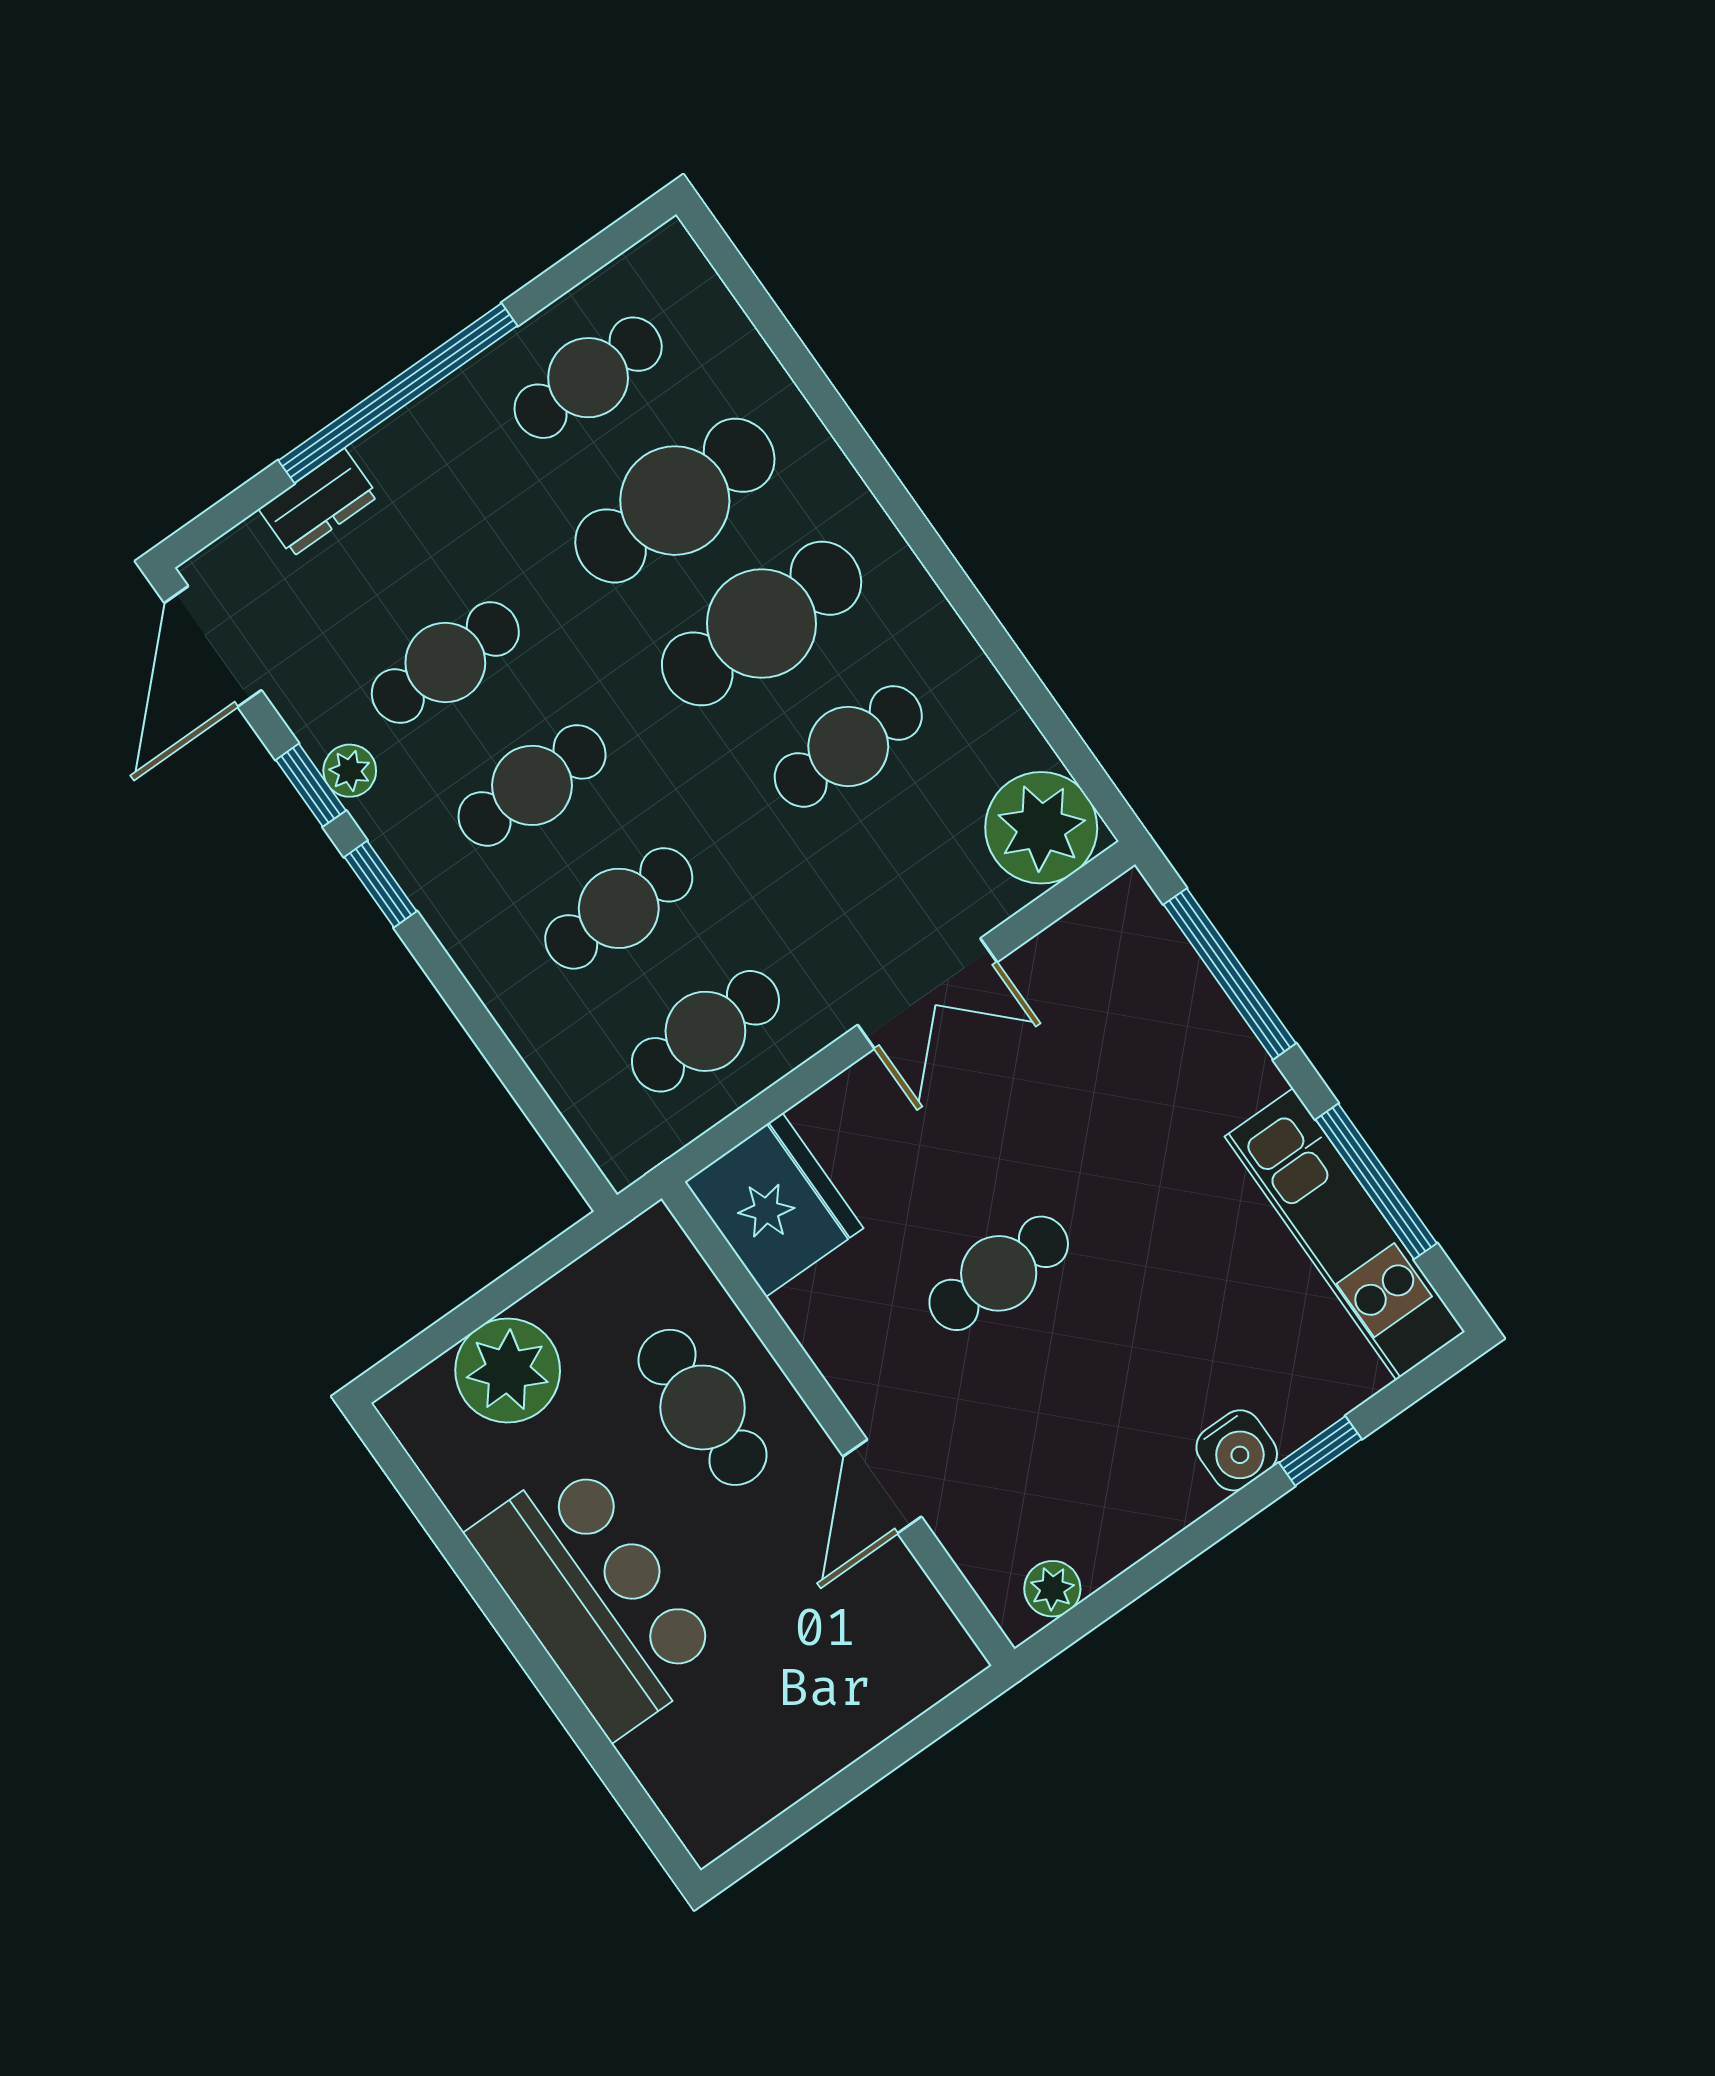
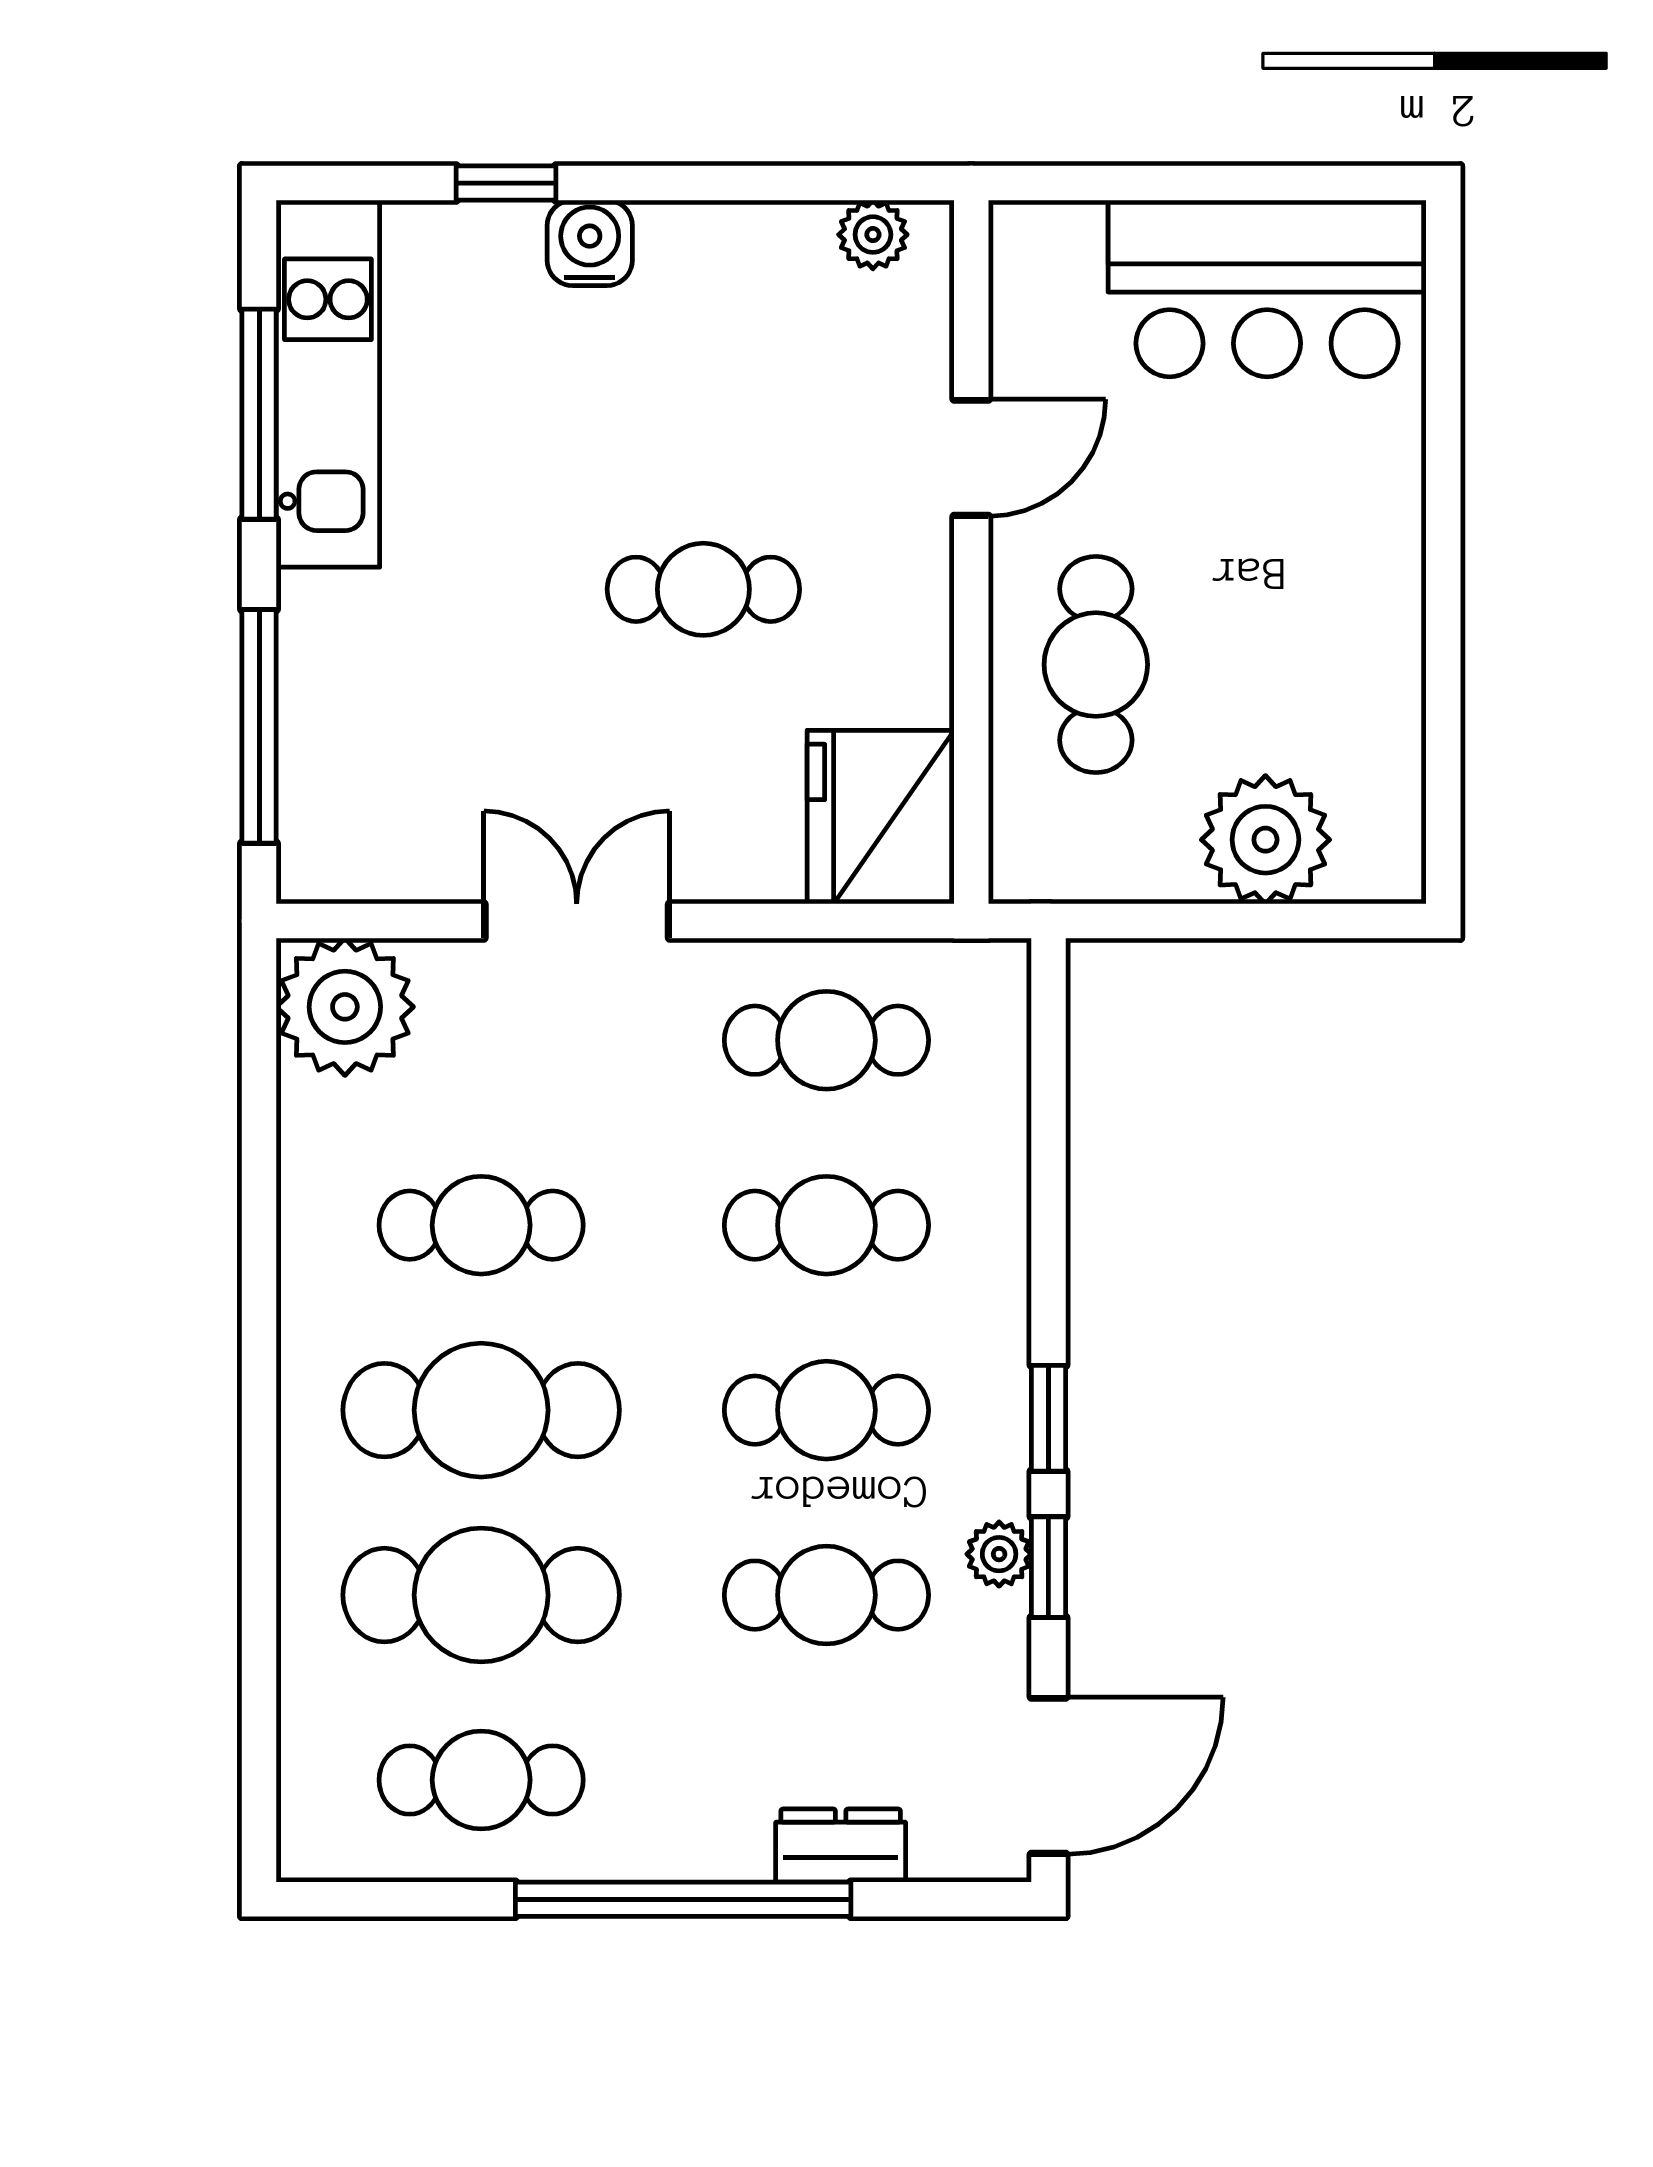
bar counter: (596, 1597) -> (1267, 289), moved, turned -90

